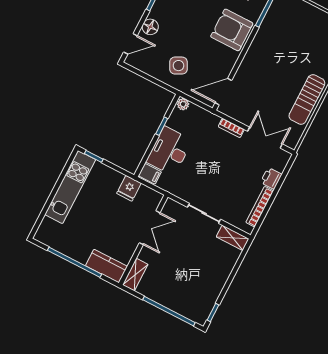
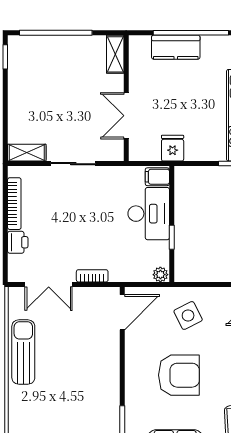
armchair: (232, 30) -> (179, 375), moved
kitchen counter: (106, 266) -> (176, 47), moved

